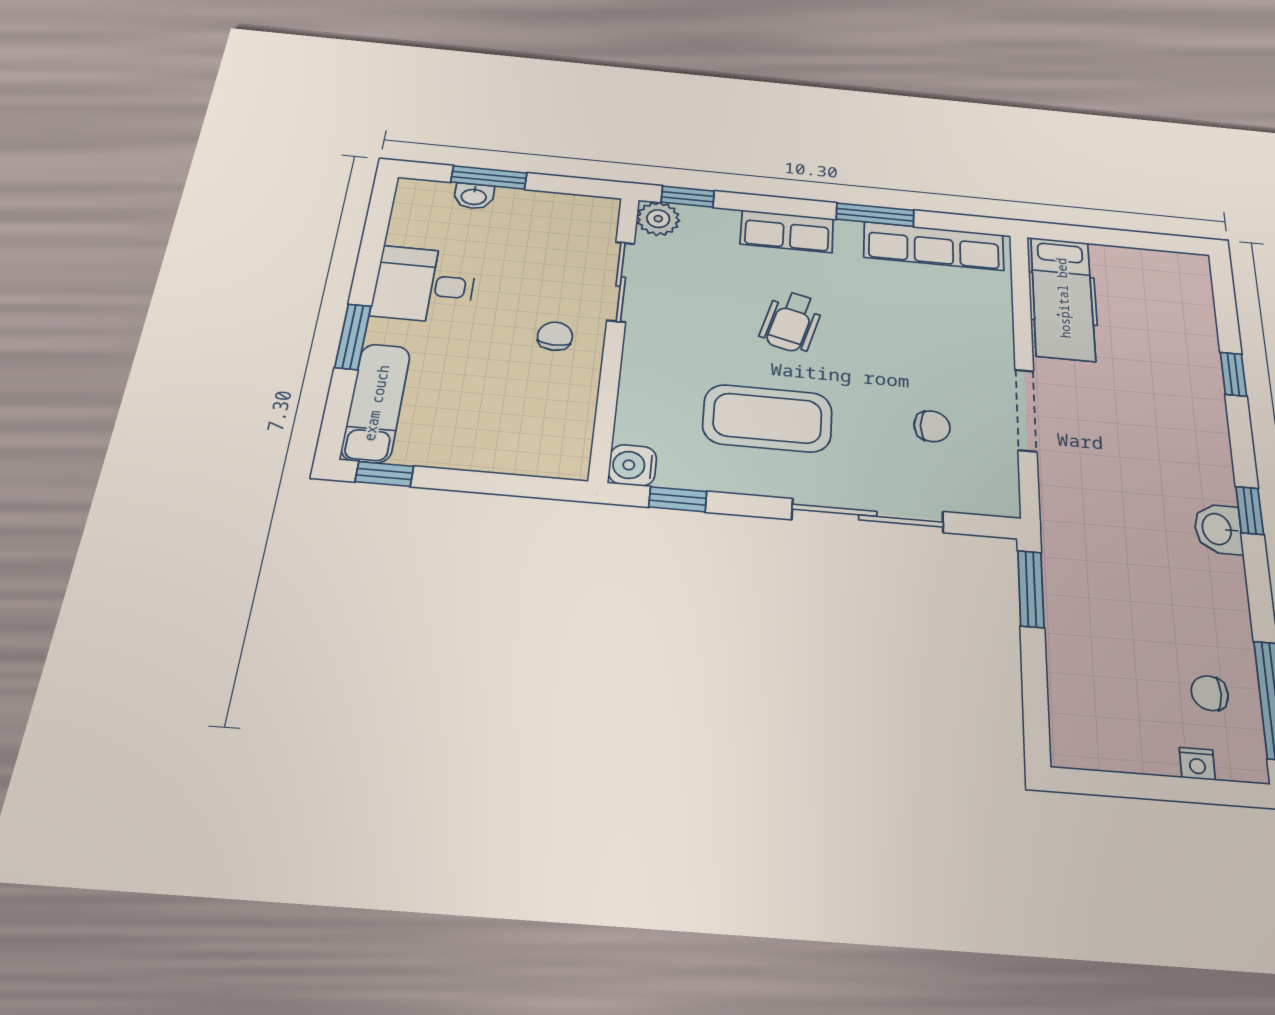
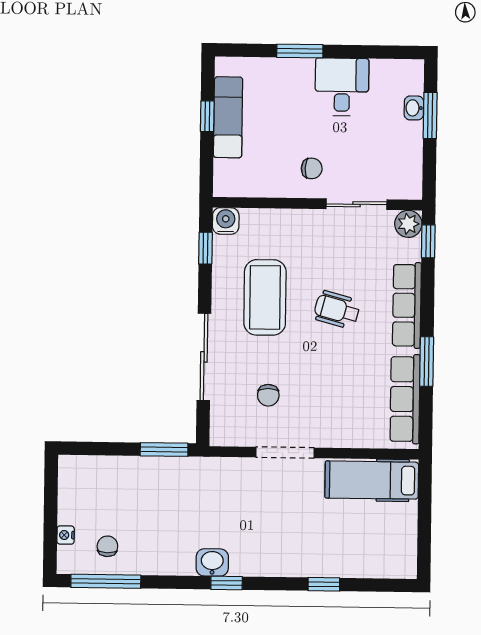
row of seats: (787, 231) -> (407, 305), width x1.48
exam couch: (376, 403) -> (228, 117), moved, turned -90
window: (384, 474) -> (207, 116), moved

